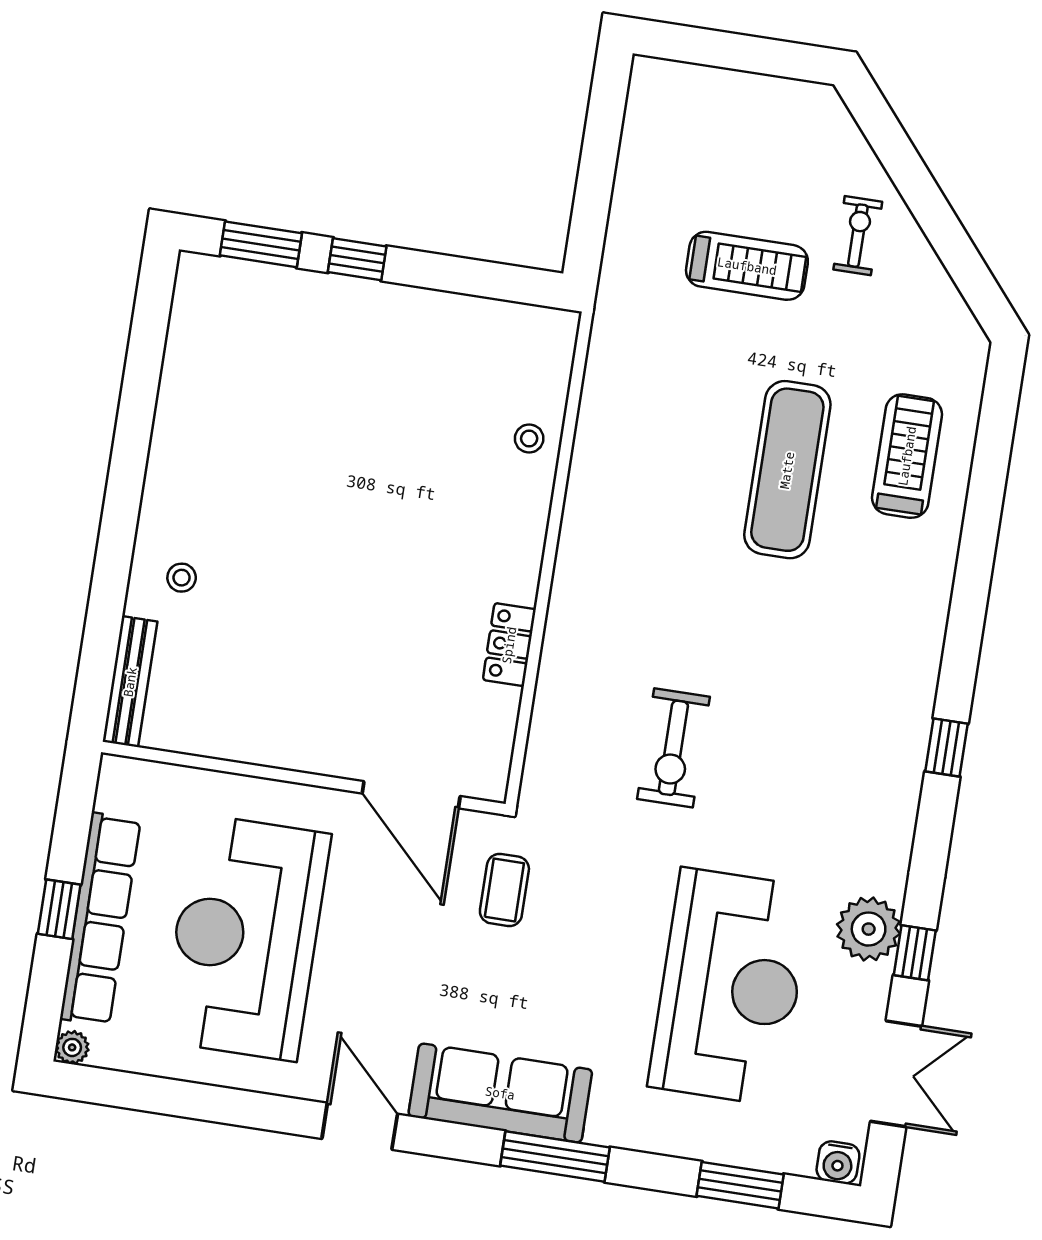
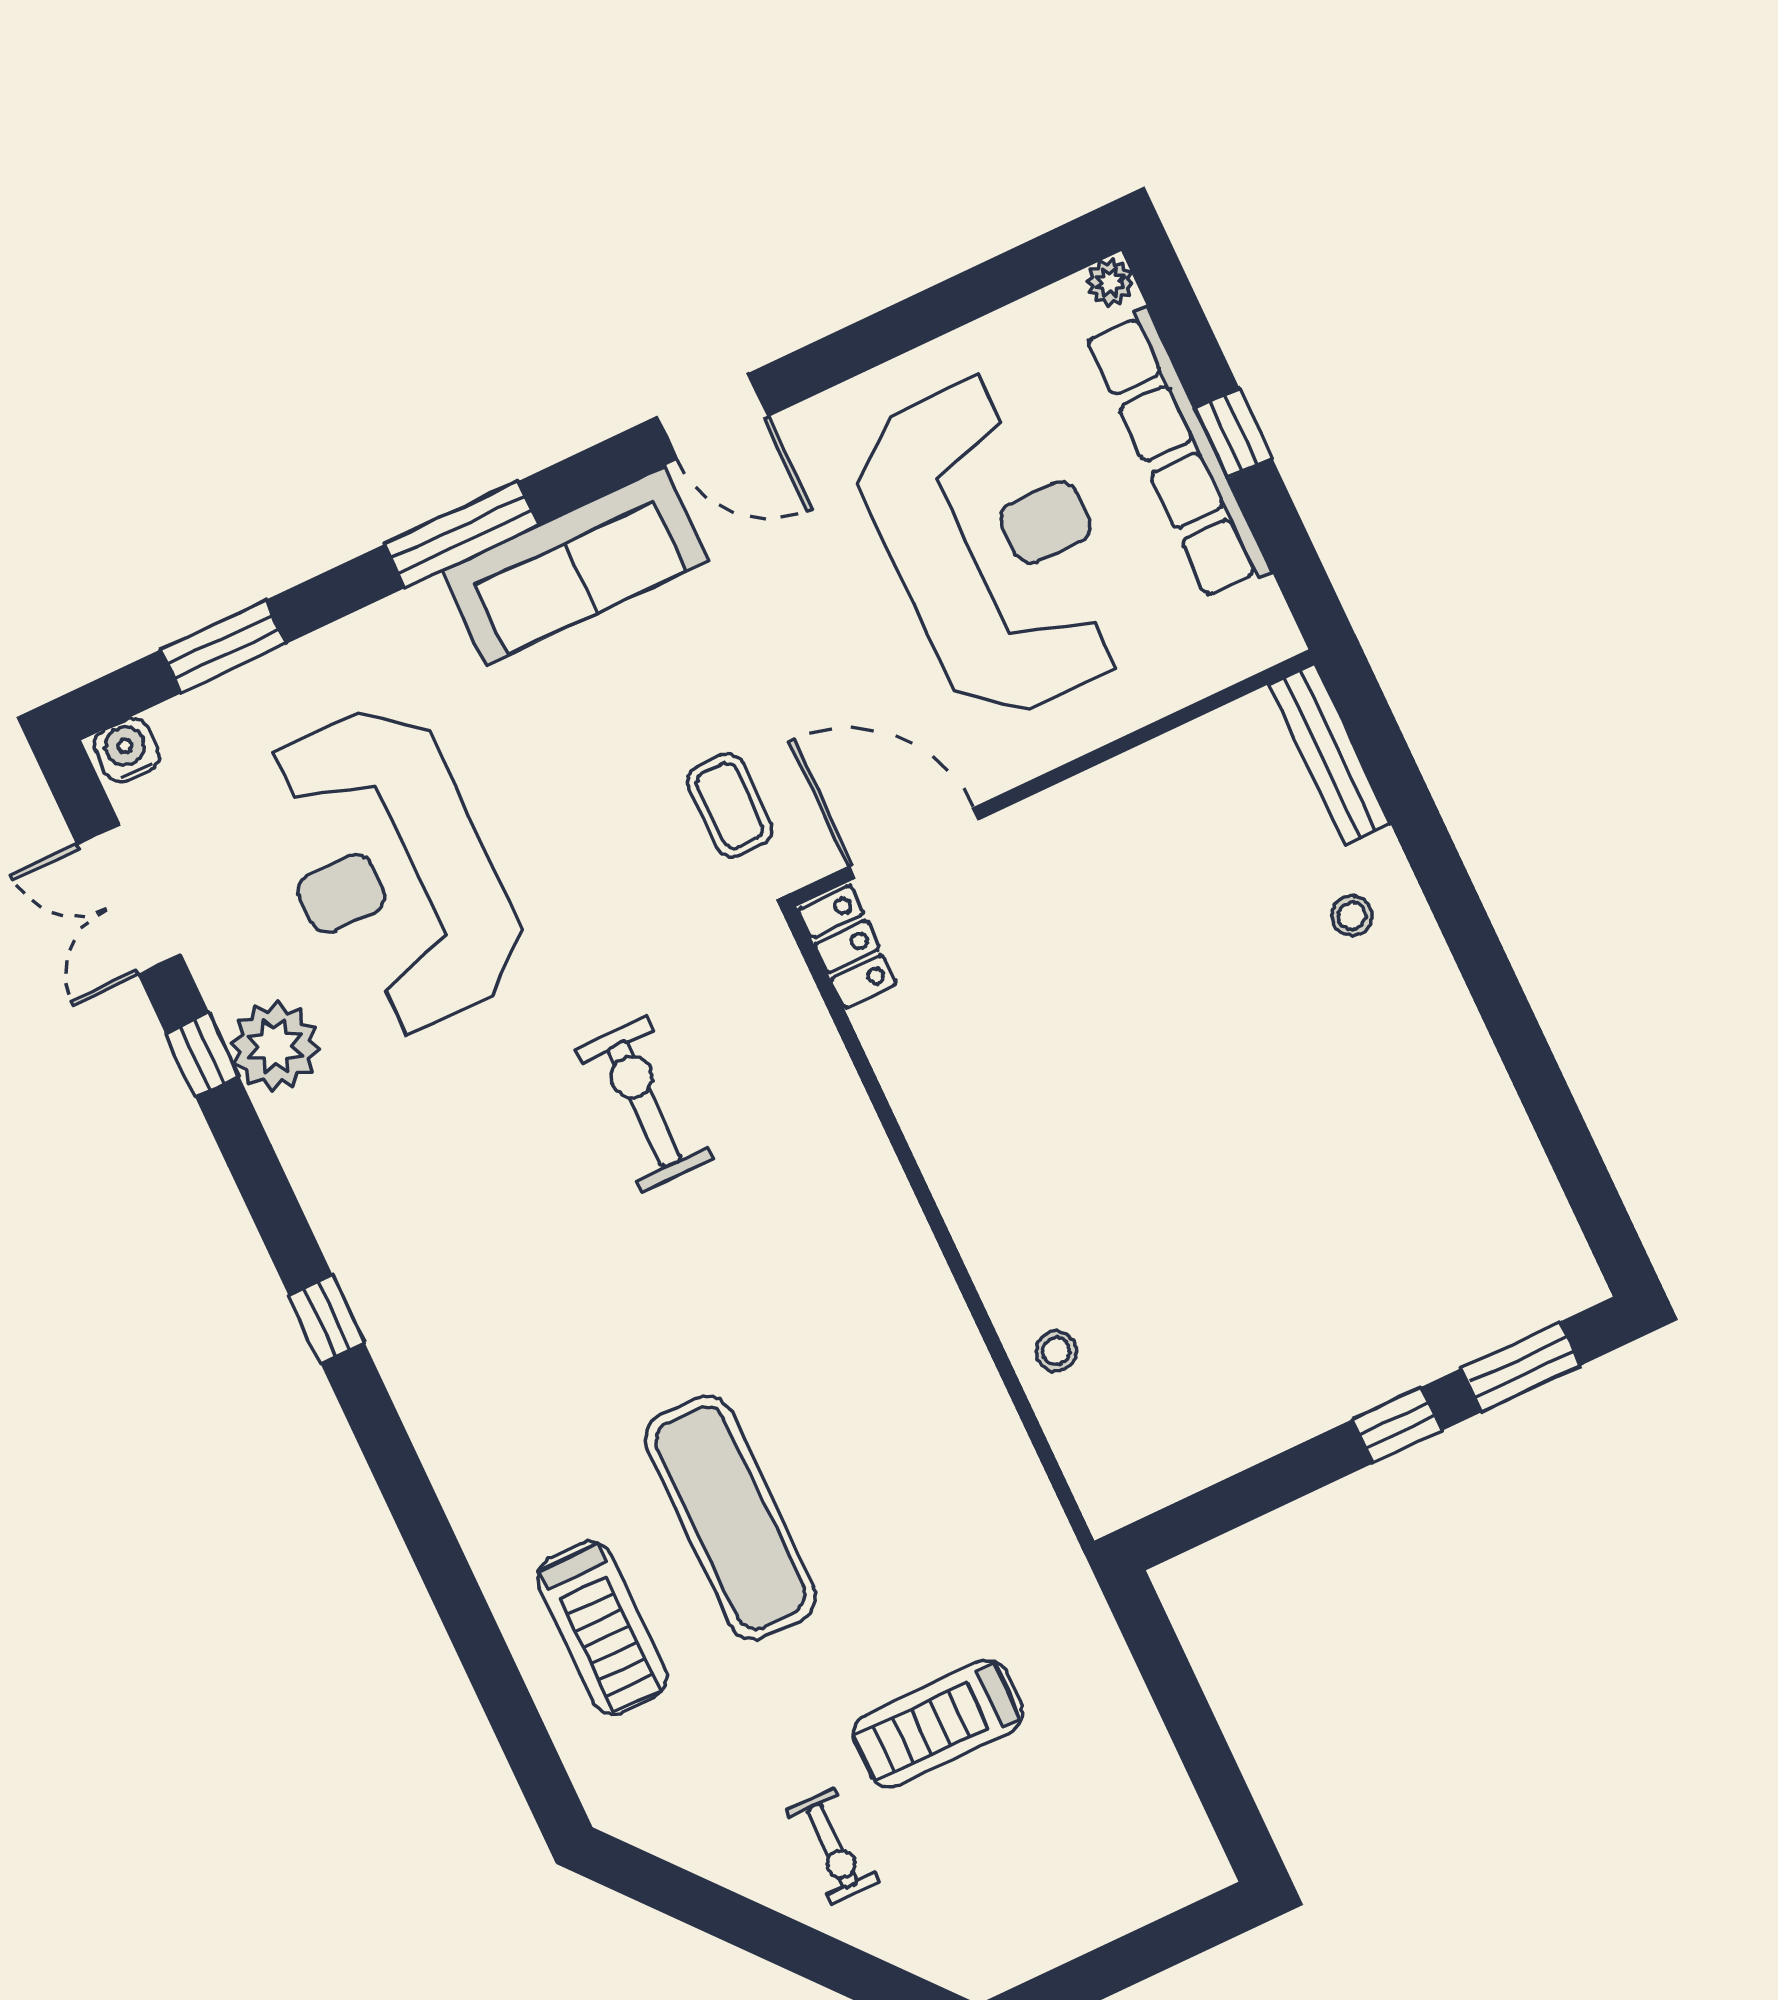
locker: (509, 645) -> (847, 947), moved

